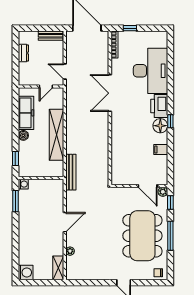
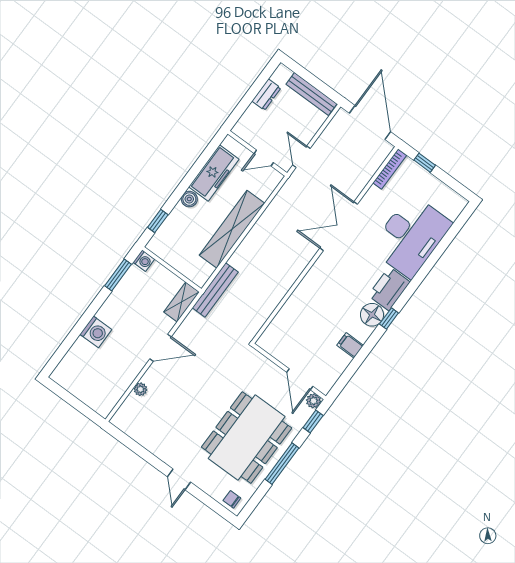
bench: (51, 36) -> (312, 94), width x1.36
shelving: (58, 268) -> (181, 302), moved
washing machine: (26, 272) -> (96, 332), moved

